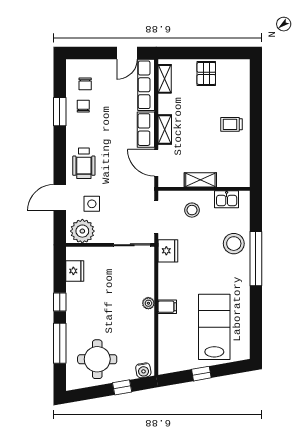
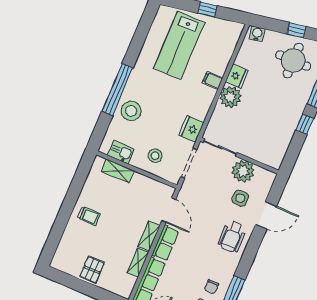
shelving: (165, 79) -> (138, 263), moved
wheelchair: (84, 163) -> (232, 237), turned 180
shelving: (200, 180) -> (118, 171), moved
plant: (82, 231) -> (243, 171), moved
fridge: (75, 271) -> (237, 76), moved, turned 180
plant: (148, 303) -> (230, 97), width x1.88, depth x1.88
window: (122, 387) -> (297, 30), moved

